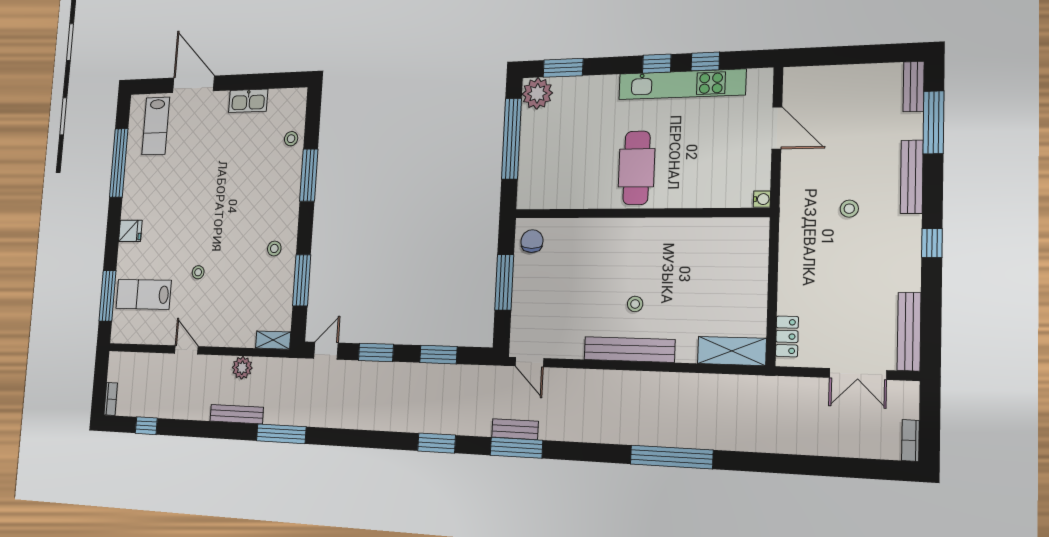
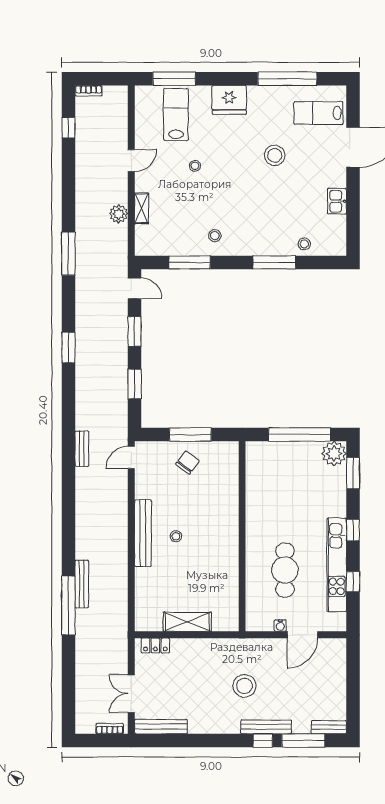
window: (657, 64) -> (353, 530), moved
kitchen sink: (248, 101) -> (337, 201), width x0.73
cafe table: (637, 168) -> (285, 570), moved, turned 90
stool: (195, 176) -> (275, 155), added
water cooler: (762, 199) -> (280, 626), moved
stool: (849, 209) -> (244, 686), width x1.89, depth x1.89
fridge: (130, 231) -> (229, 100), width x1.88, depth x1.34
chair: (532, 241) -> (187, 462), moved, turned -53
window: (932, 243) -> (263, 741), moved
shelving: (273, 340) -> (142, 208), moved
shelving: (732, 351) -> (187, 622), moved, turned 90
bench: (237, 414) -> (82, 584), moved
bookcase: (910, 440) -> (110, 729), moved
window: (437, 443) -> (68, 347), moved
window: (516, 448) -> (68, 450), removed
window: (671, 457) -> (68, 606), moved

